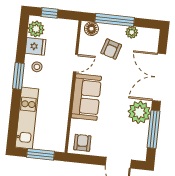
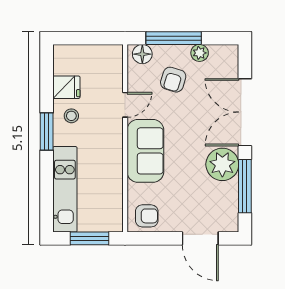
window: (50, 13) -> (81, 38), removed
plant: (36, 29) -> (64, 63), removed
armchair: (82, 143) -> (147, 216), turned 90

